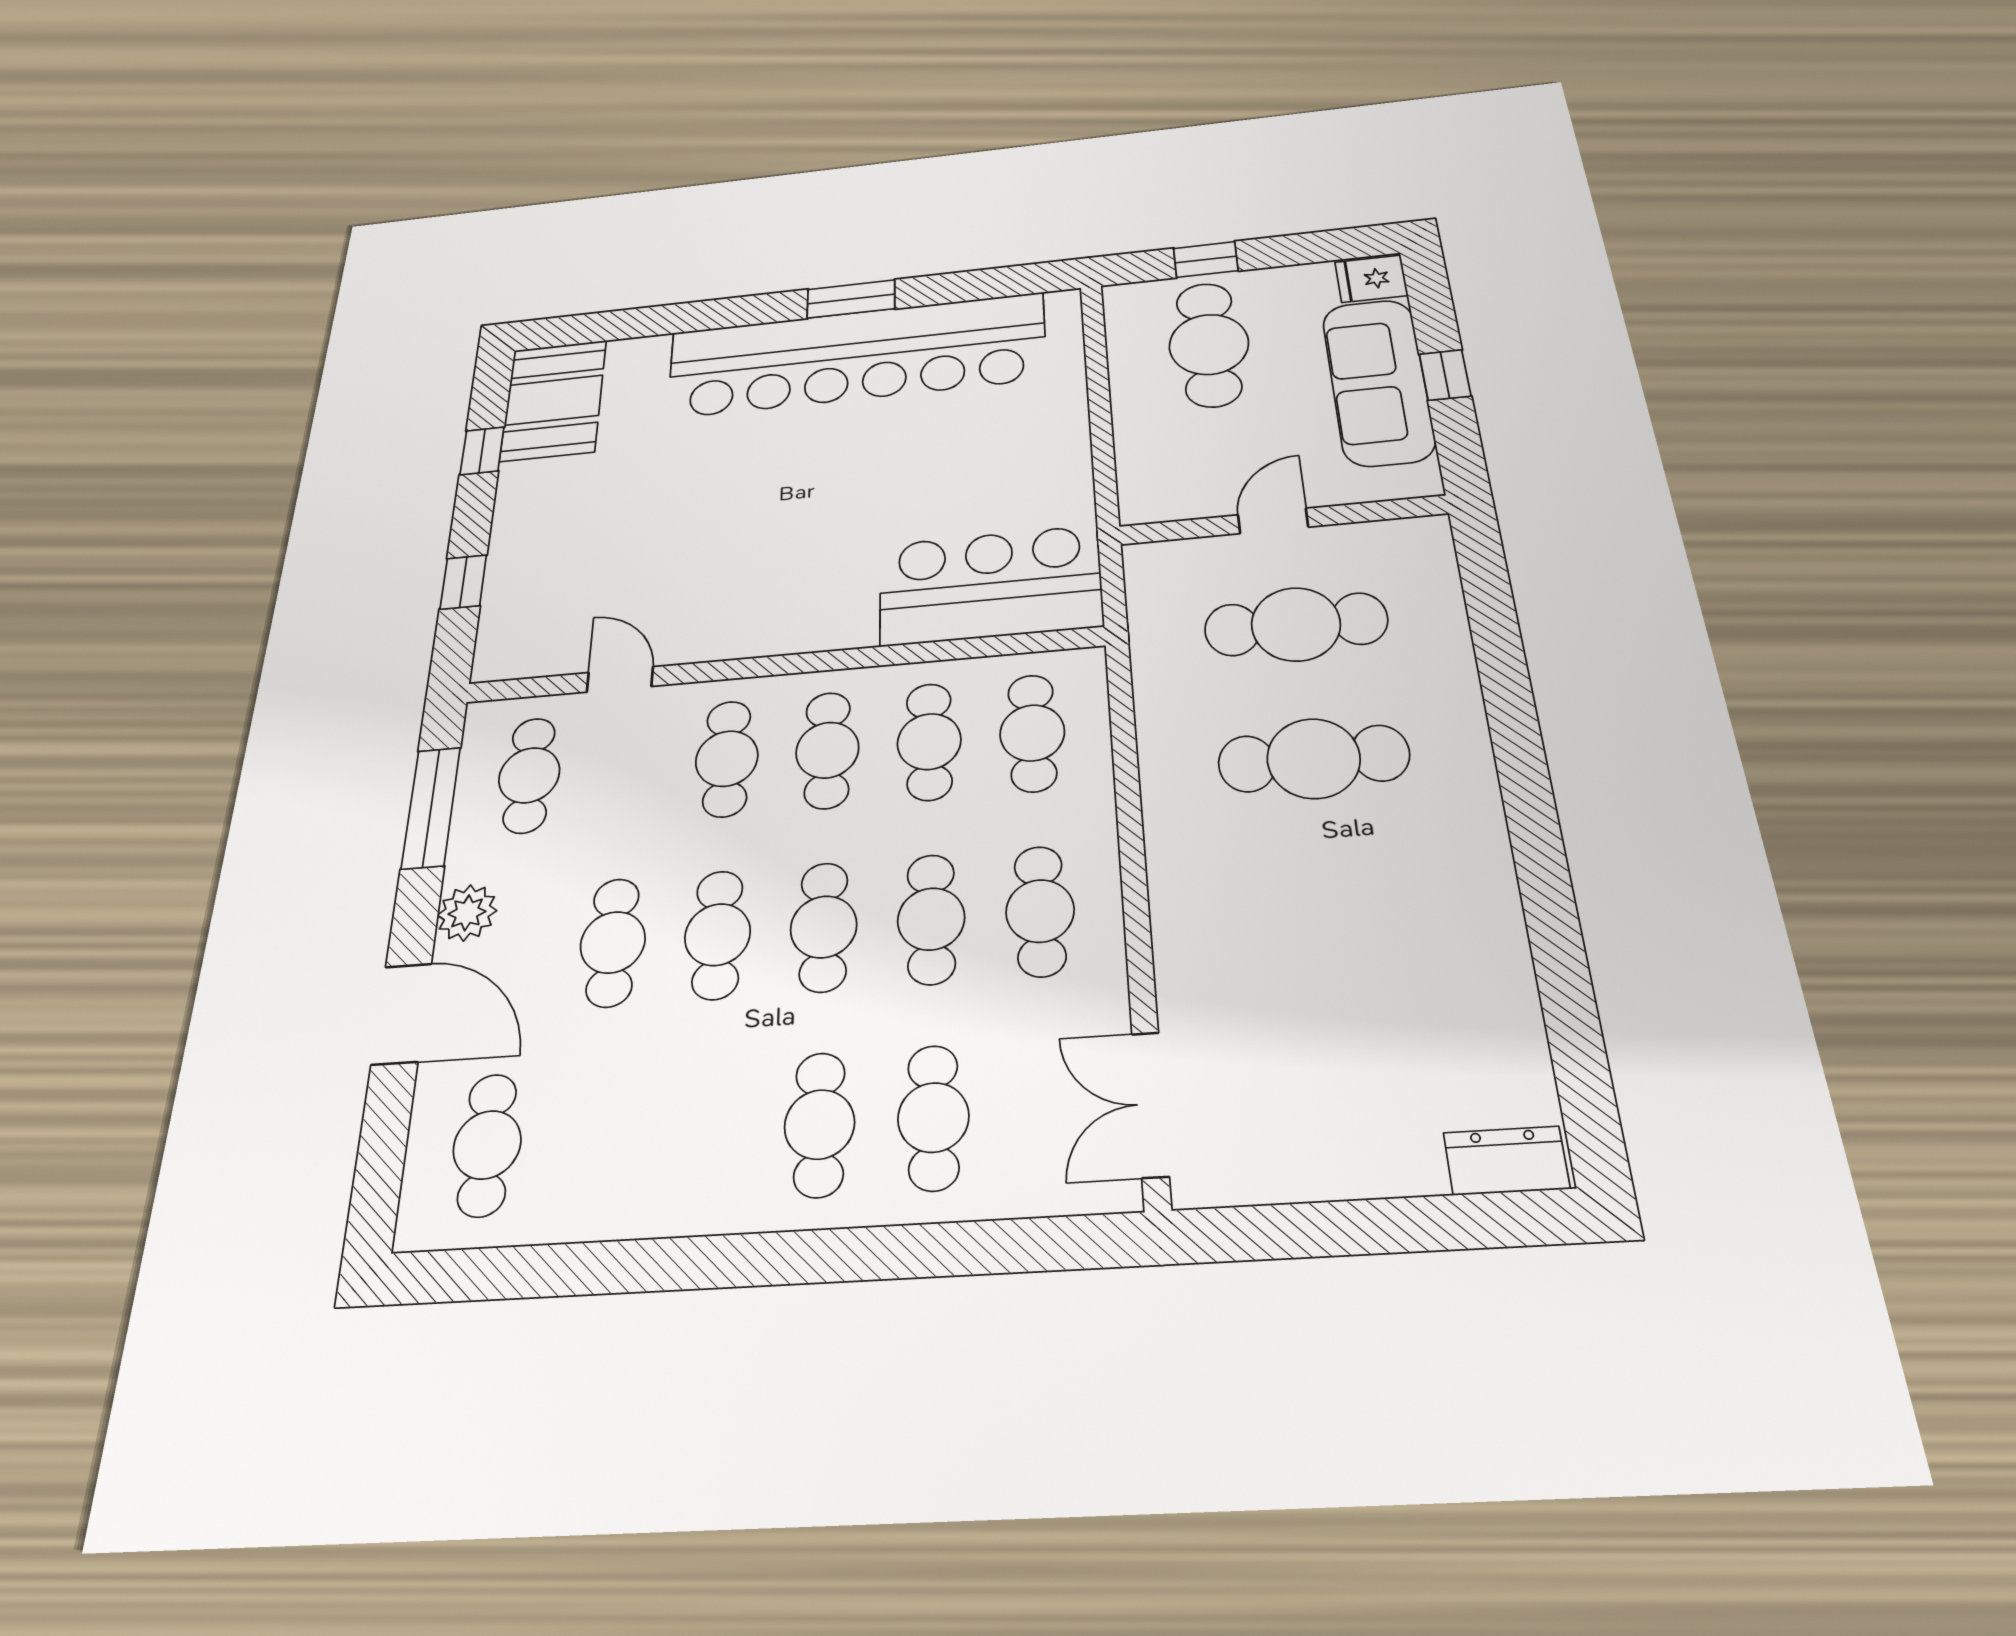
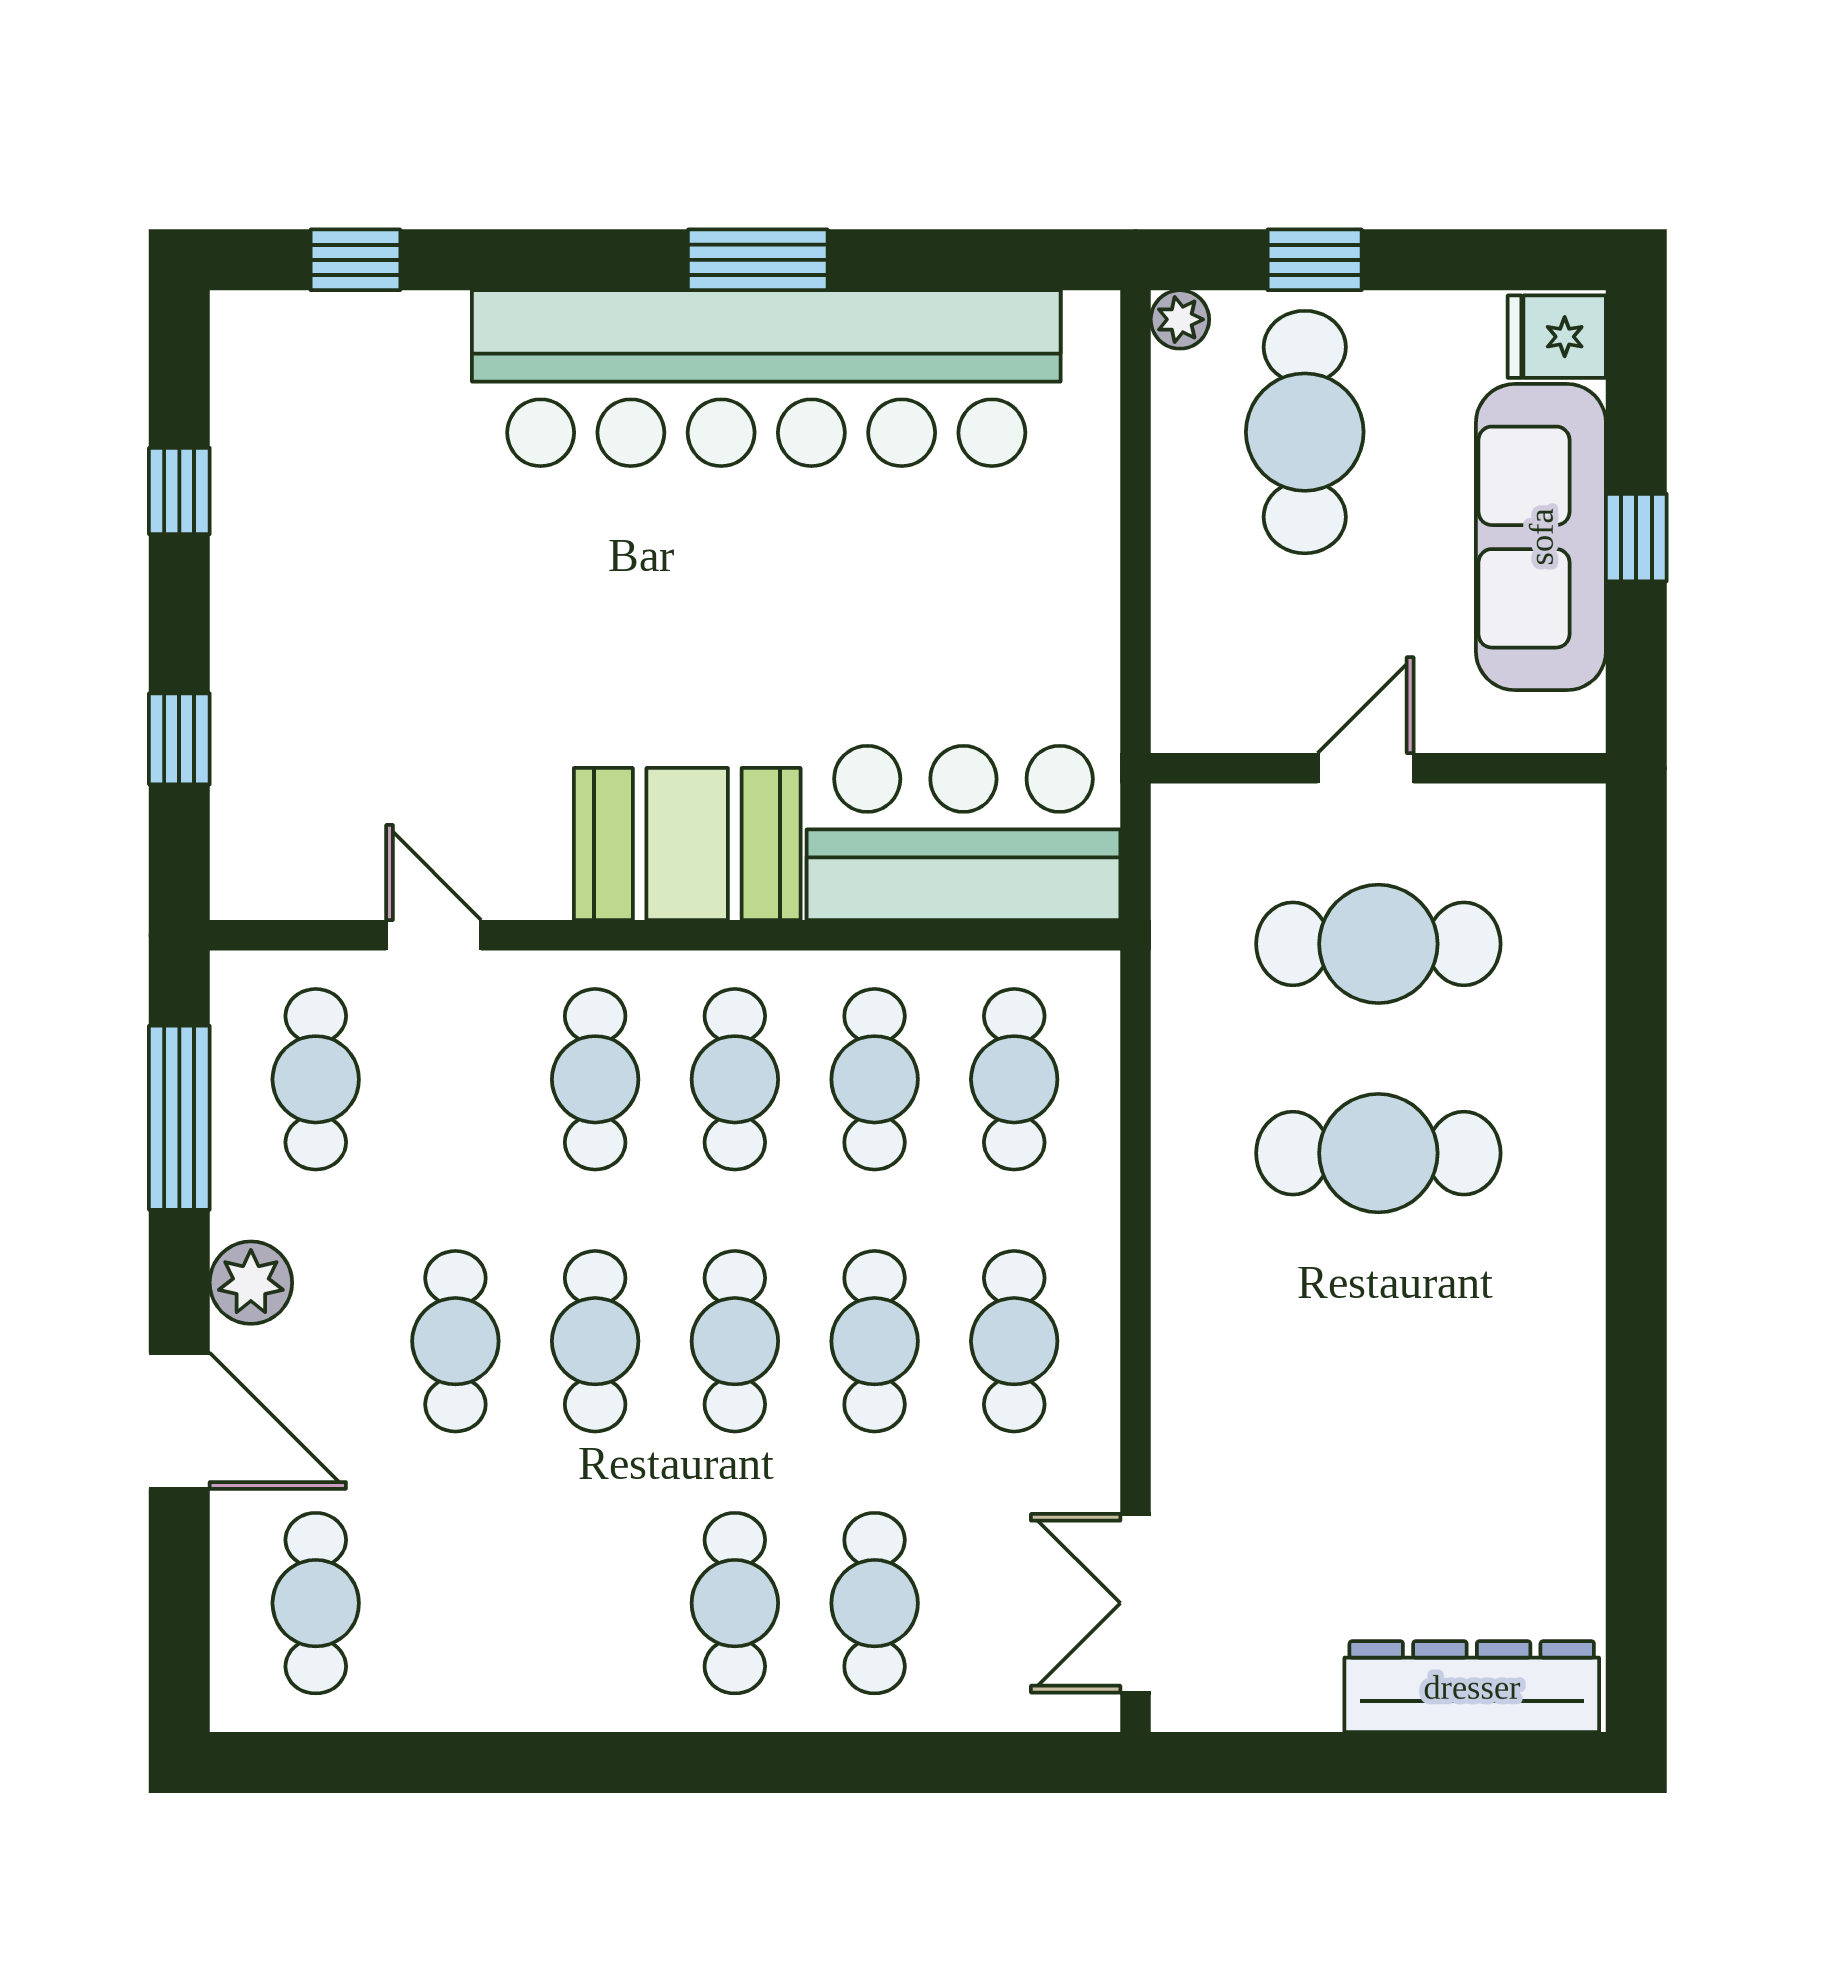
plant: (1121, 298) -> (1180, 319), added
window: (604, 326) -> (355, 260), added
booth: (554, 400) -> (687, 844), moved, turned 90
dresser: (1506, 1161) -> (1472, 1687), width x1.96, depth x1.24

